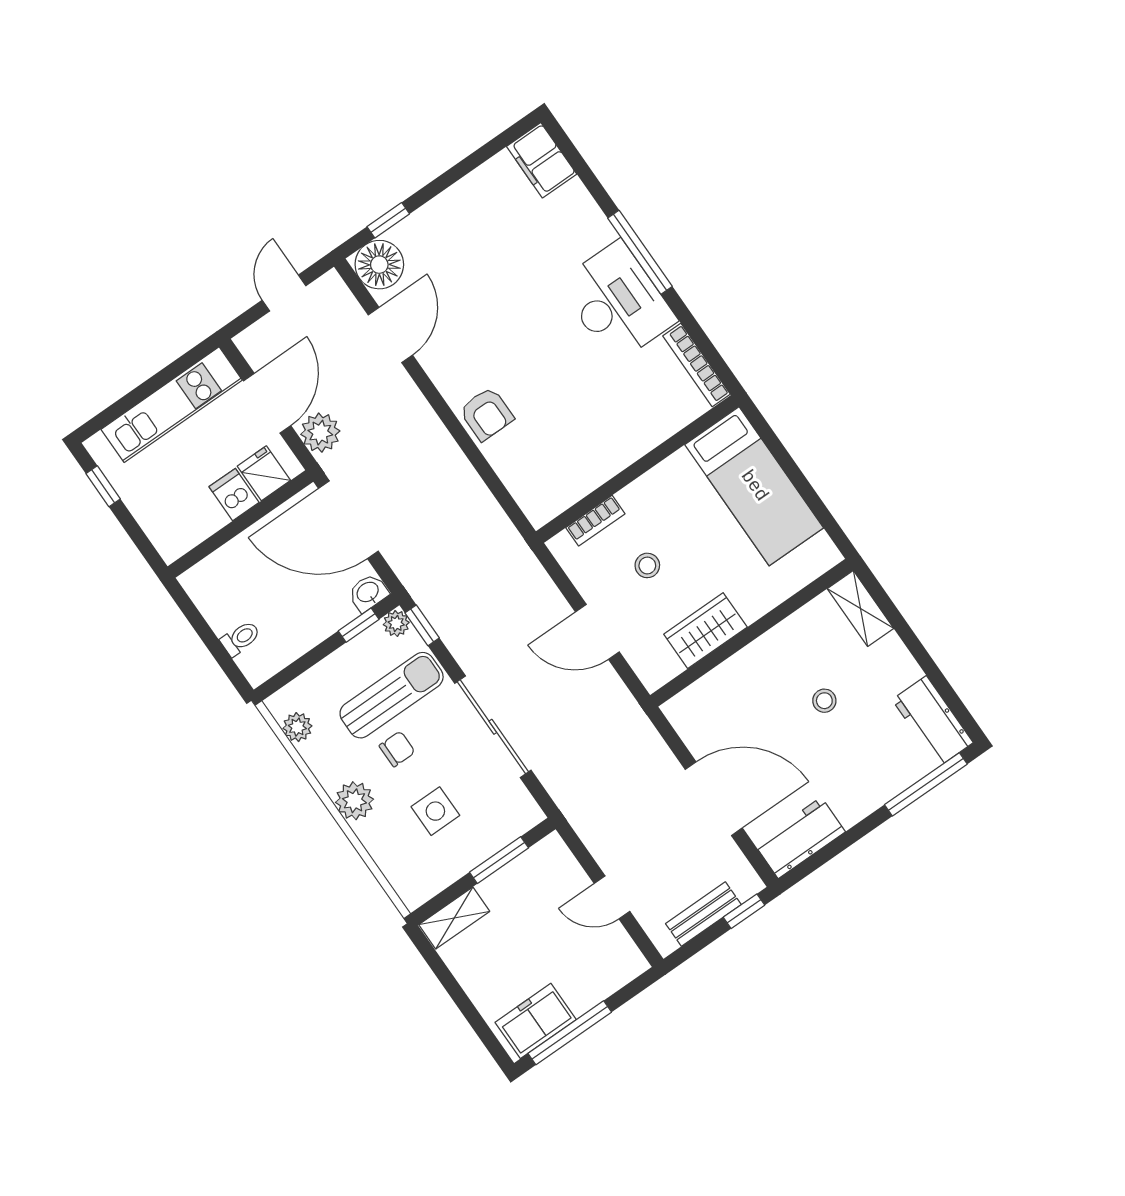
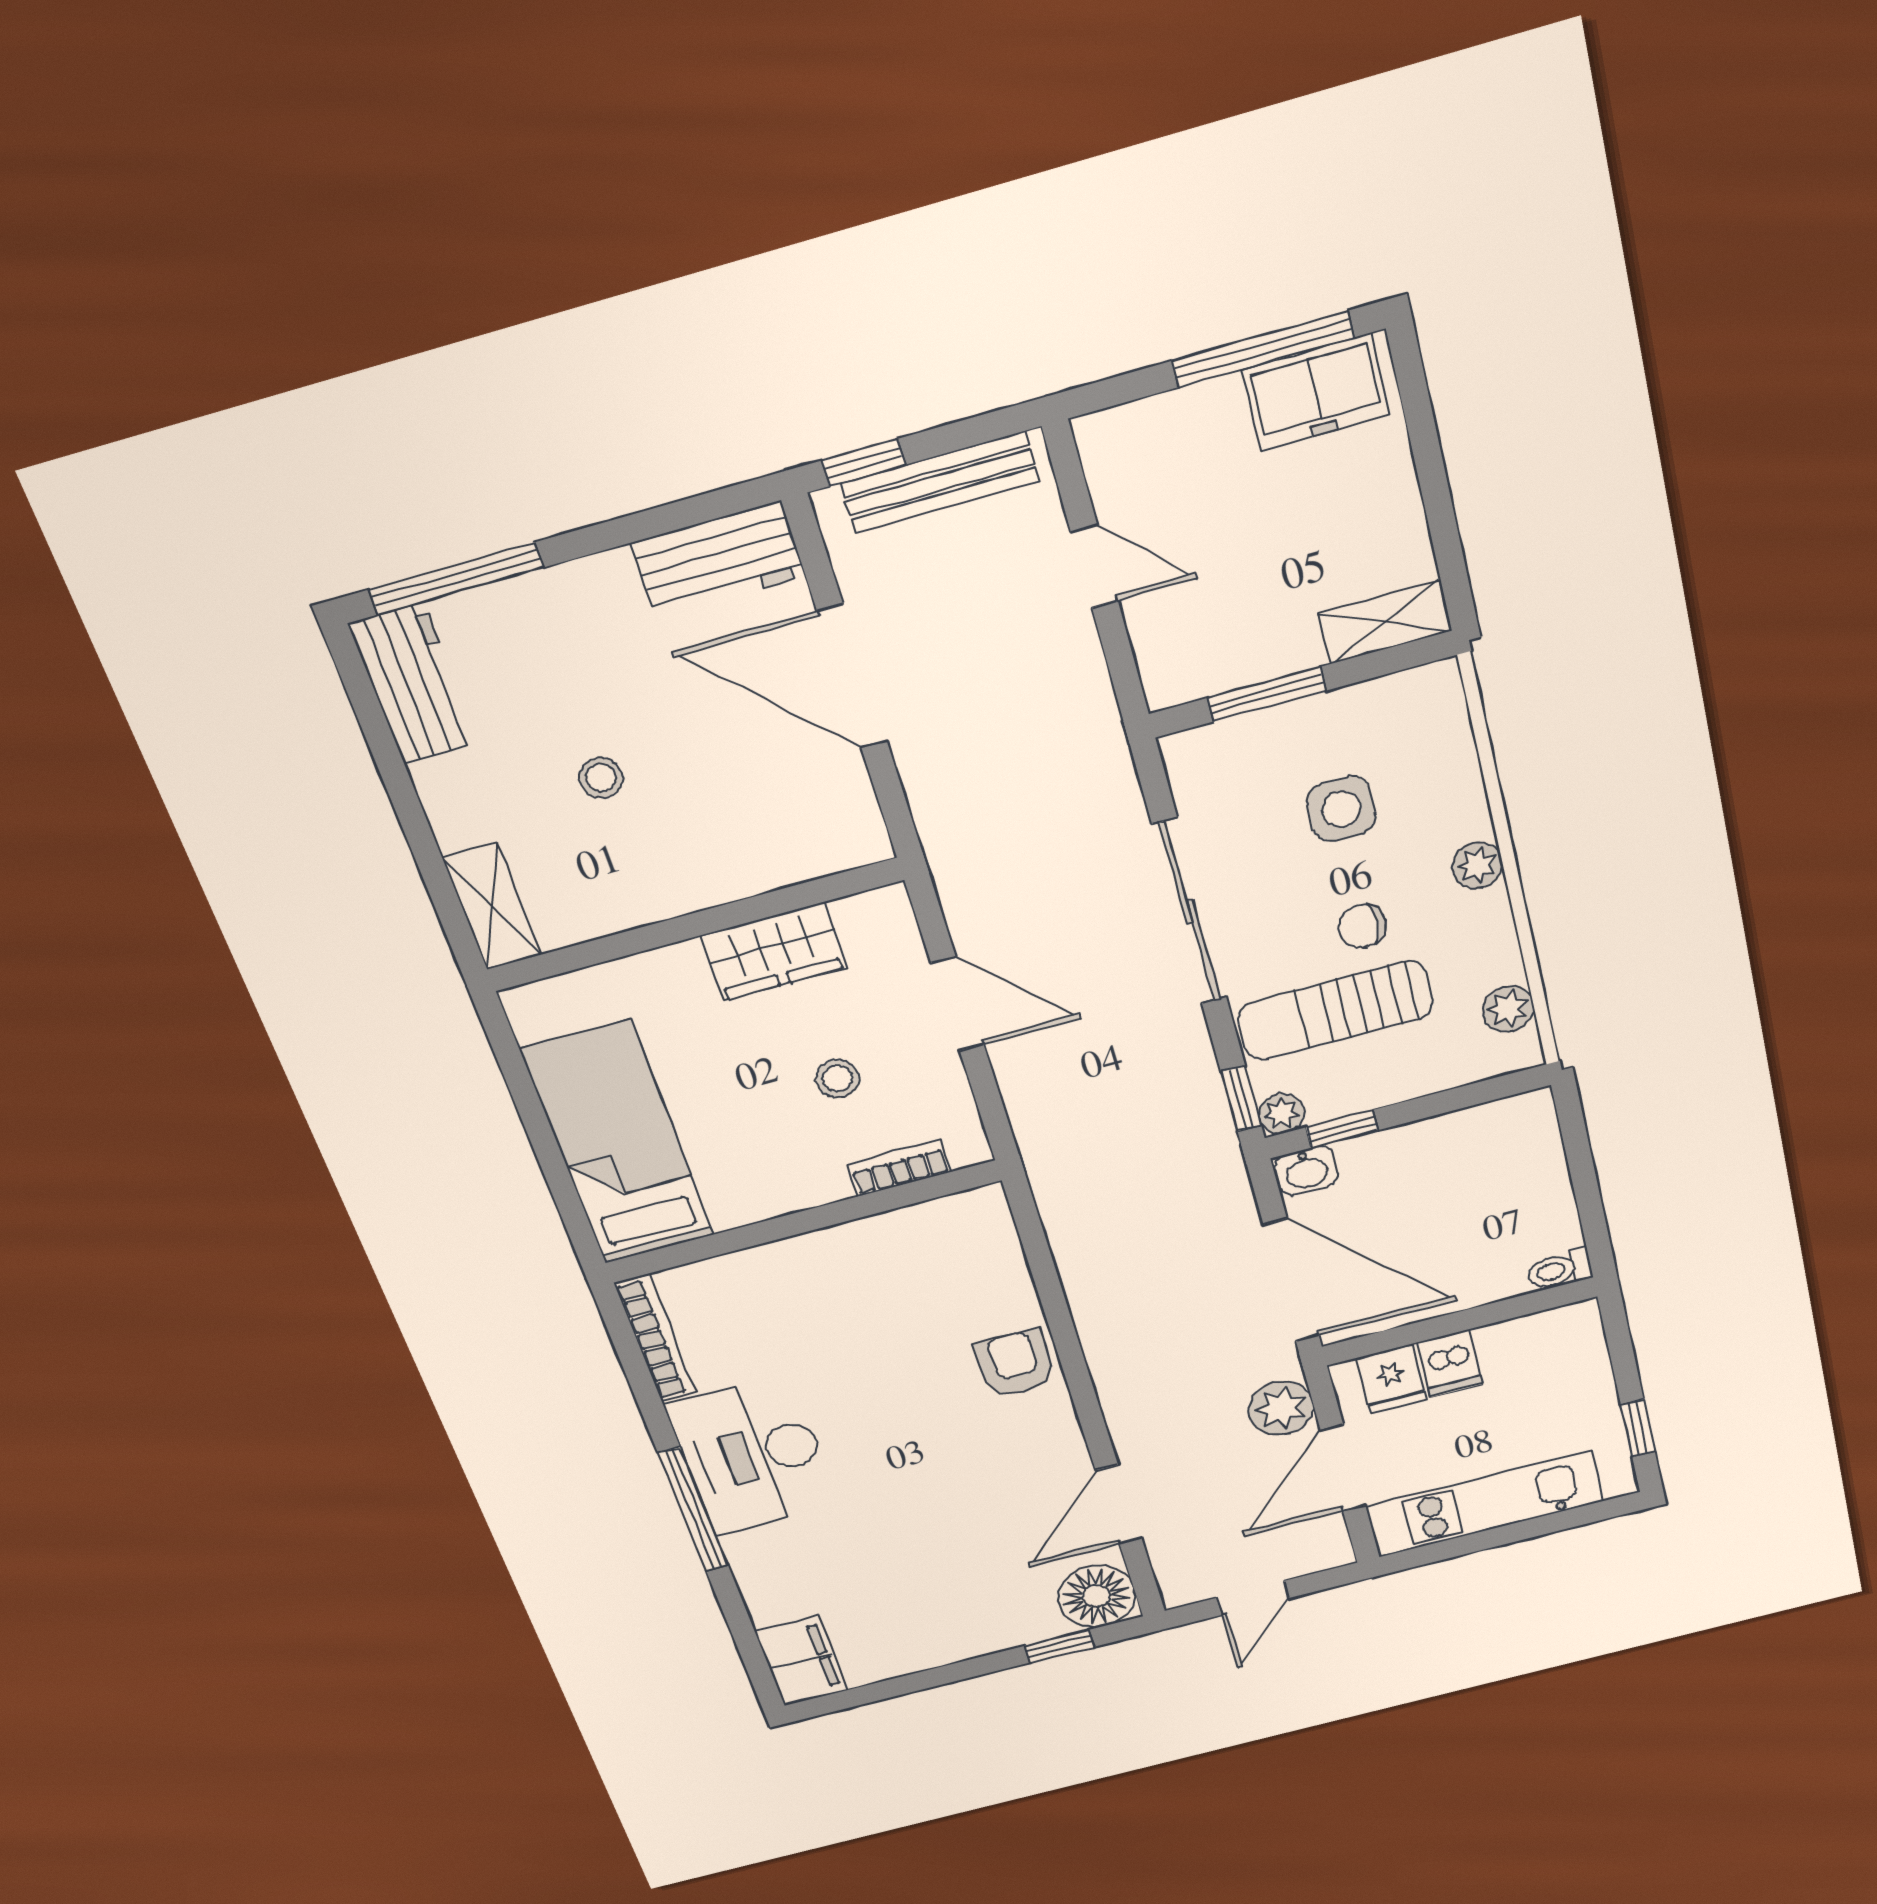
toilet: (240, 638) -> (1559, 1269), moved
plant: (354, 801) -> (1477, 865), width x0.73, depth x0.73
bench: (703, 914) -> (940, 482), width x1.36

